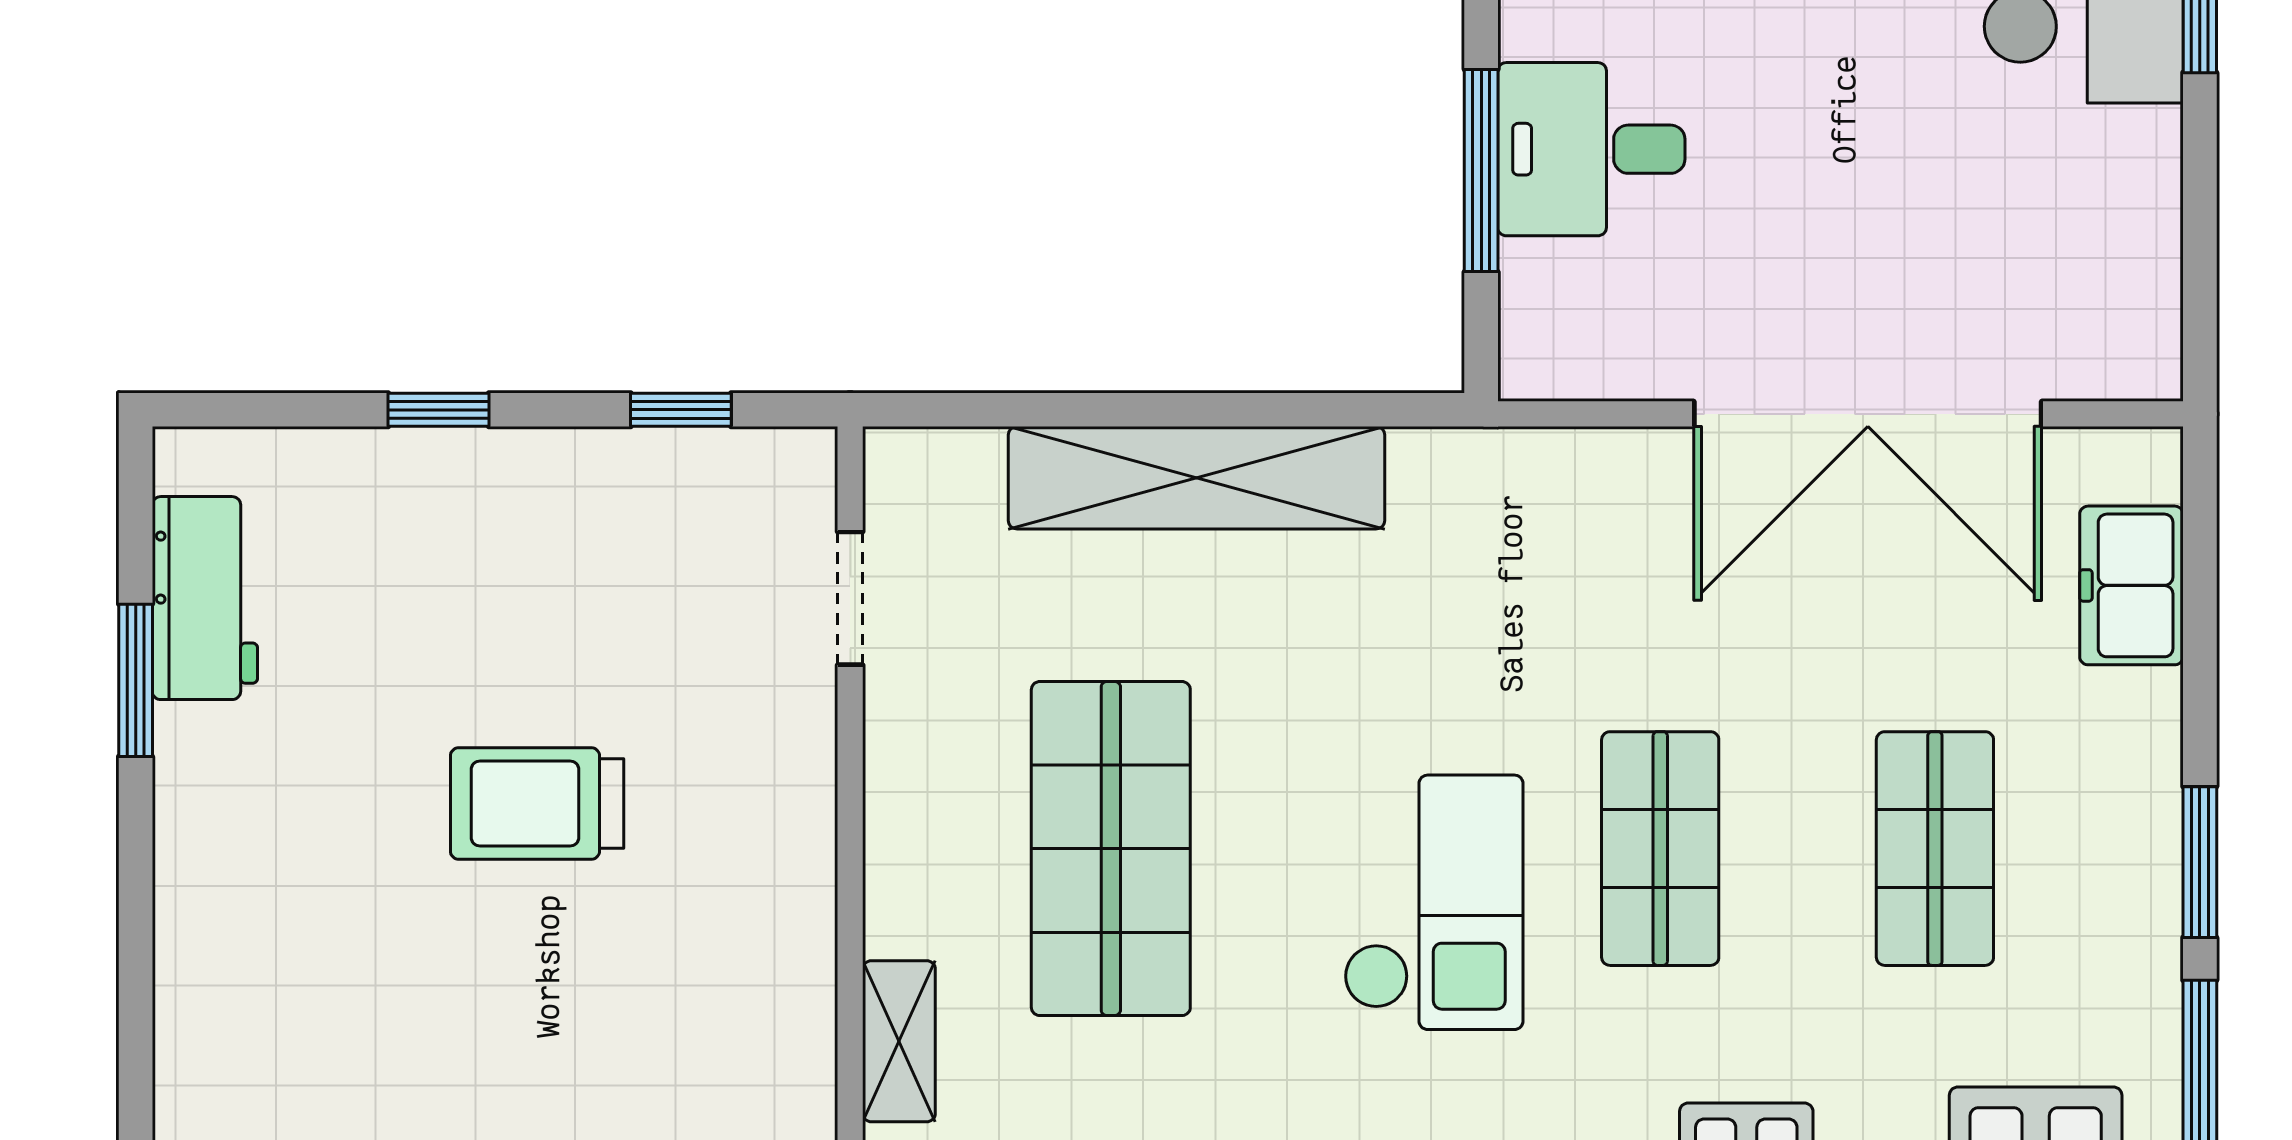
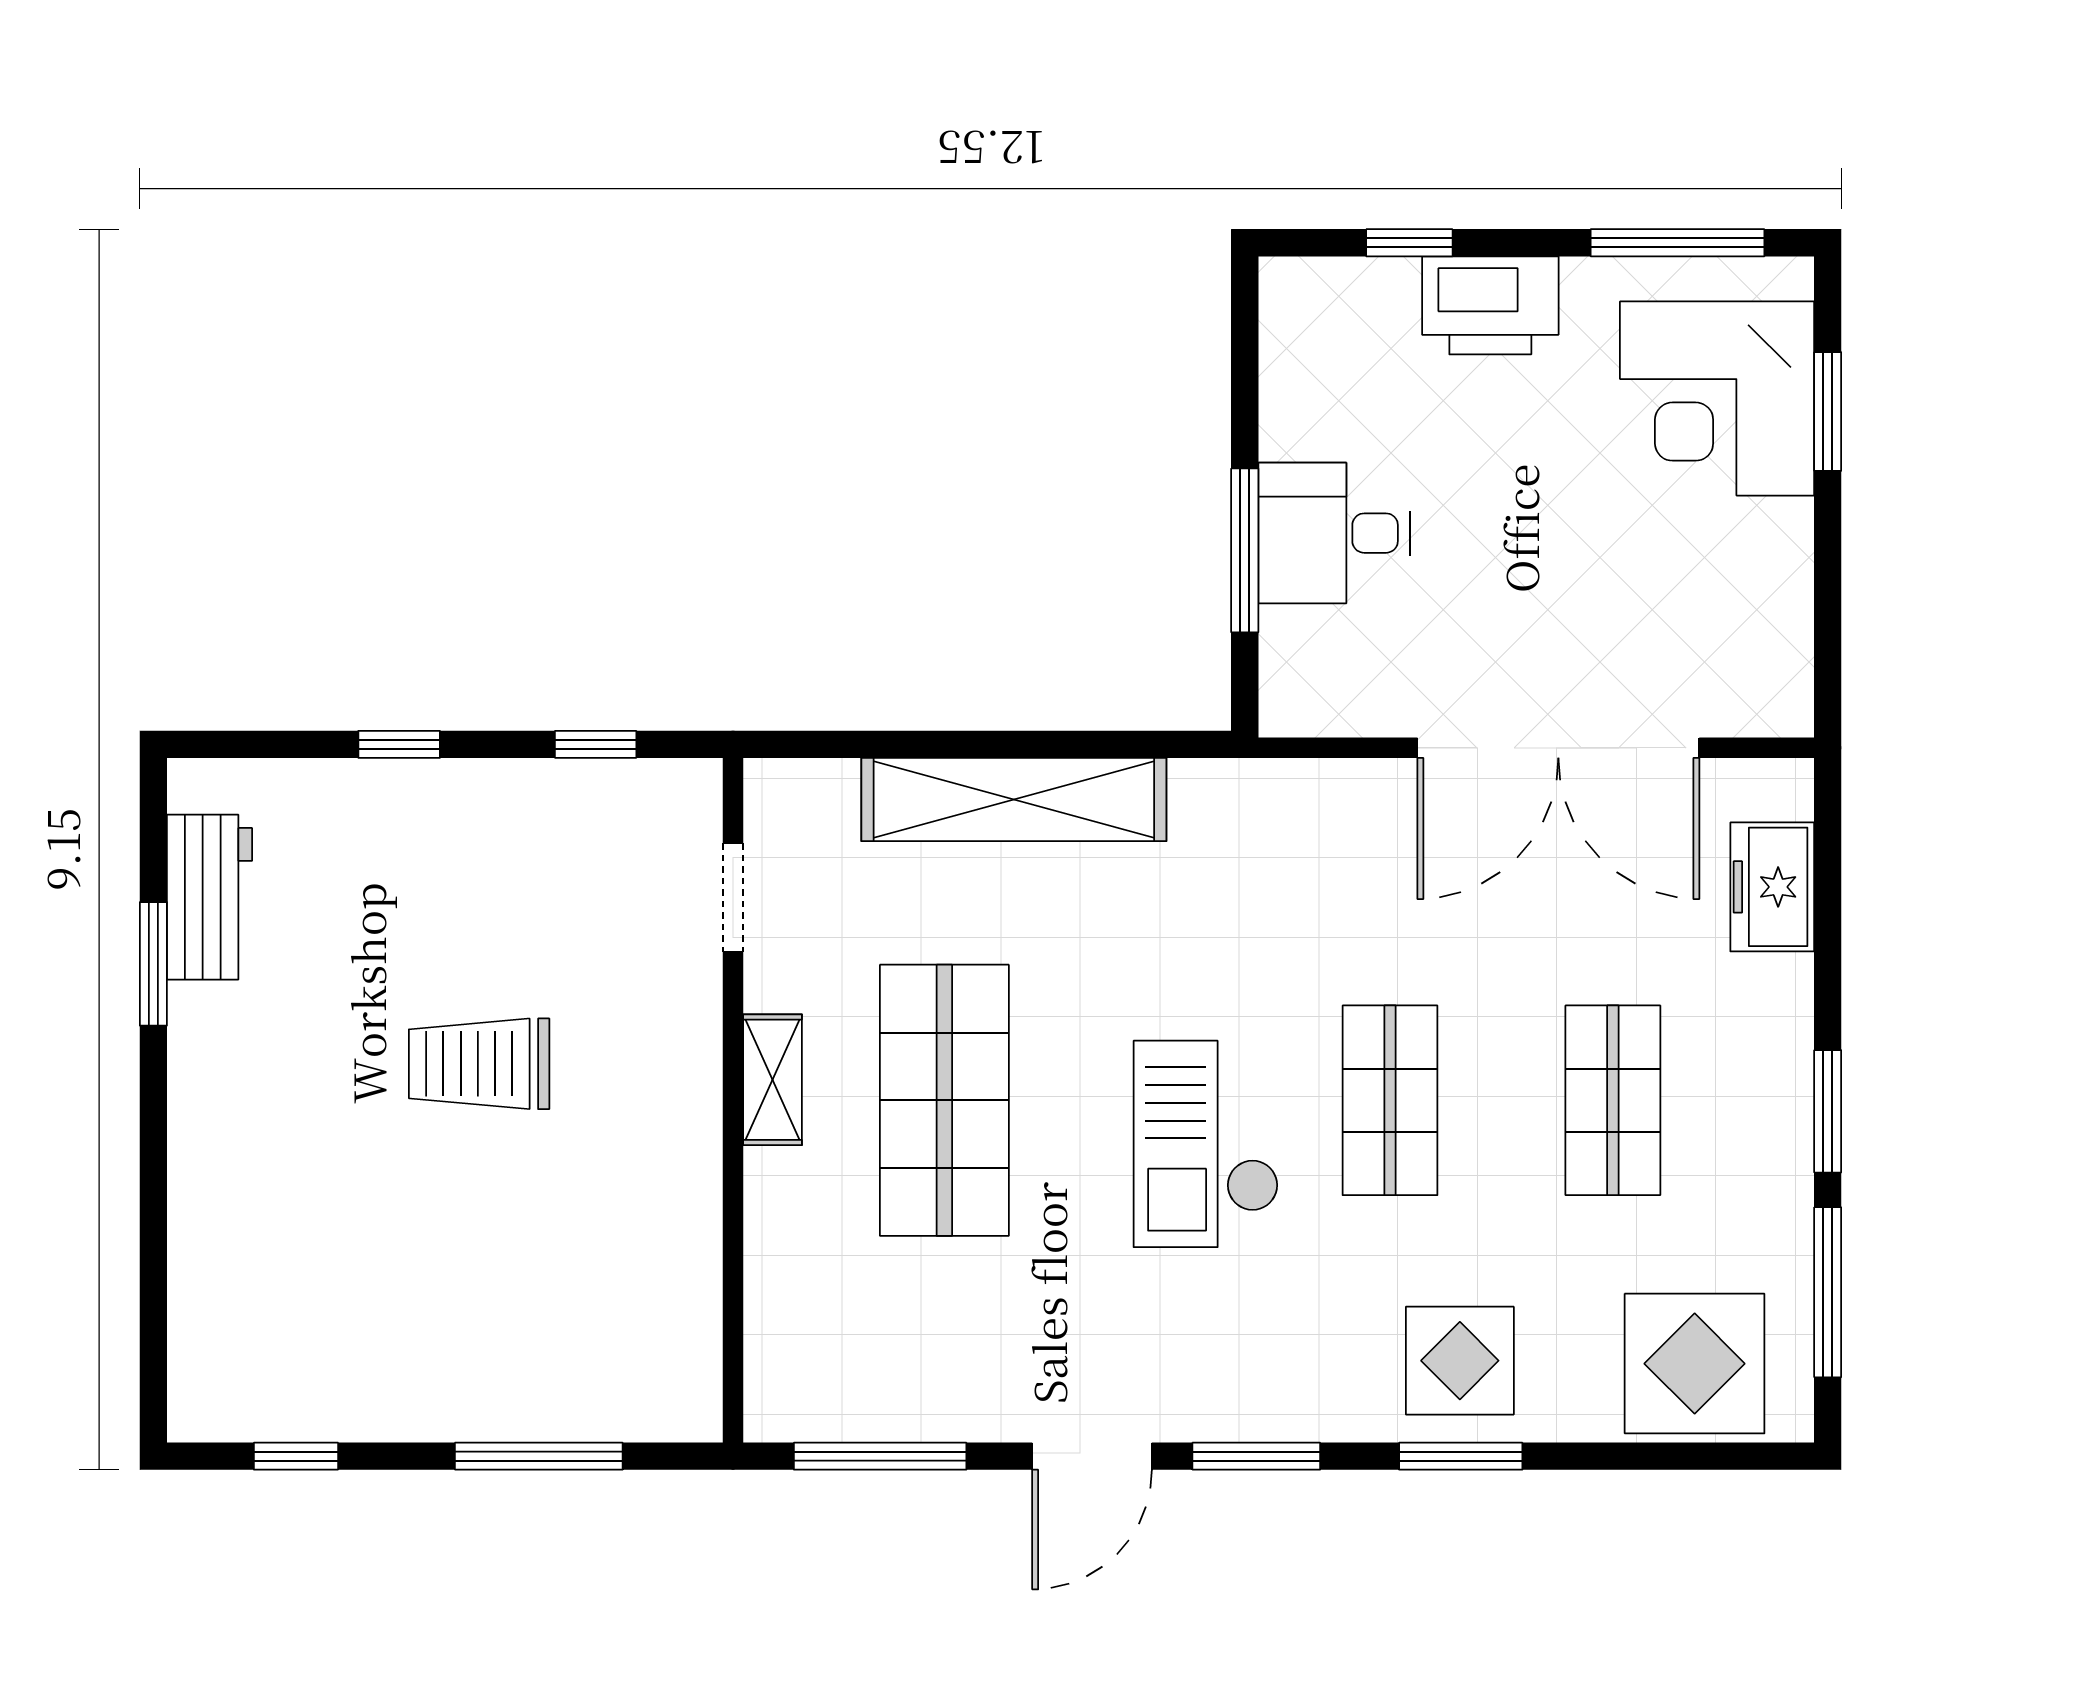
checkout: (1433, 902) -> (1206, 1144), turned 180
shelving: (899, 1041) -> (773, 1080), moved

